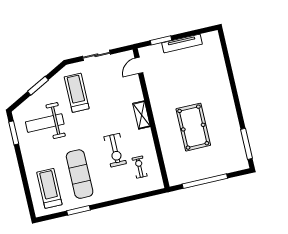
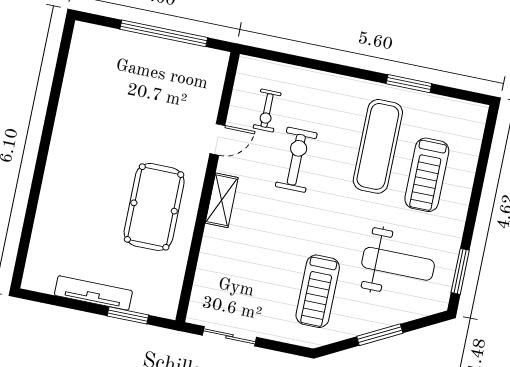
sliding door: (96, 55) -> (230, 336), moved
door: (139, 65) -> (217, 140), moved
pool table: (193, 127) -> (154, 207), moved
window: (247, 144) -> (61, 65), removed
treadmill: (49, 188) -> (427, 175), moved

